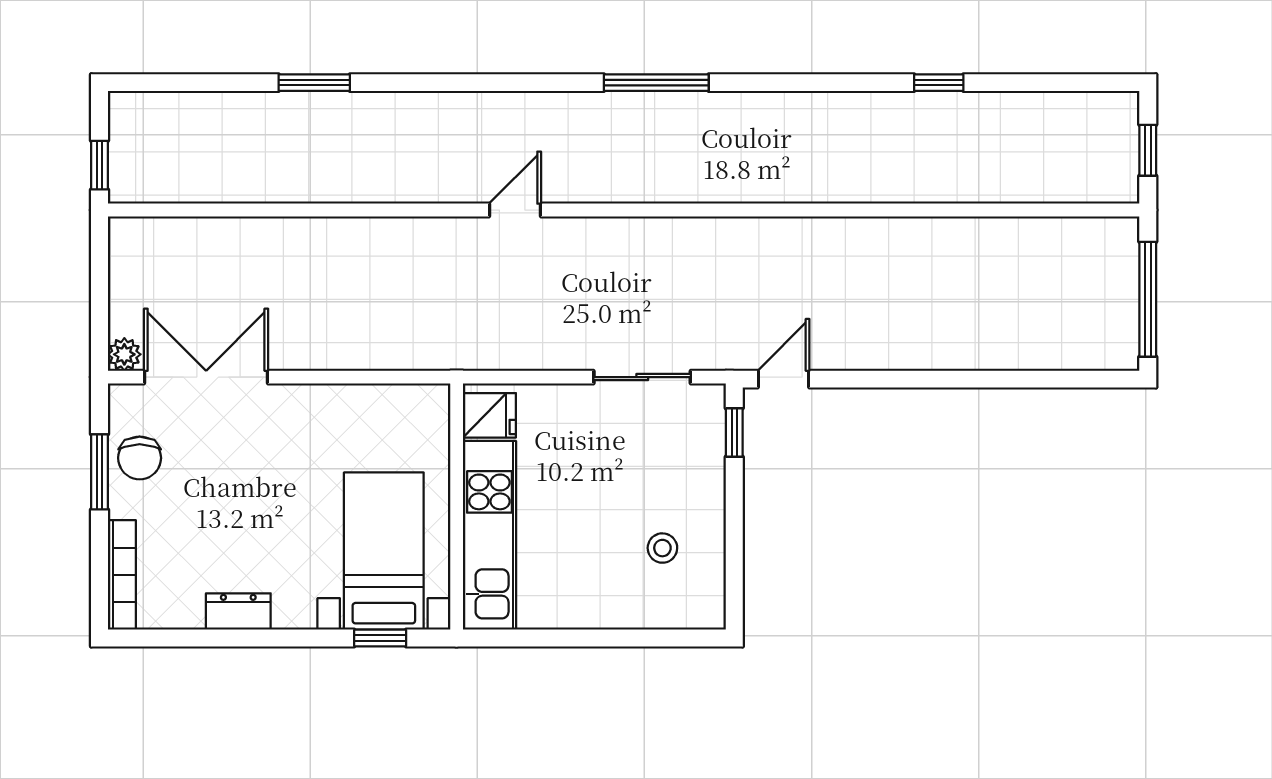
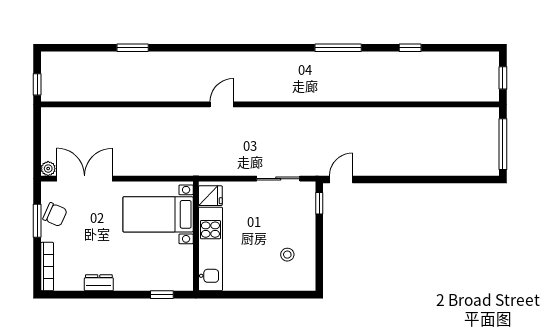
window: (656, 83) -> (338, 48), moved
chair: (140, 458) -> (55, 215), turned -66
bed with nightstands: (384, 551) -> (158, 214), moved, turned -90

